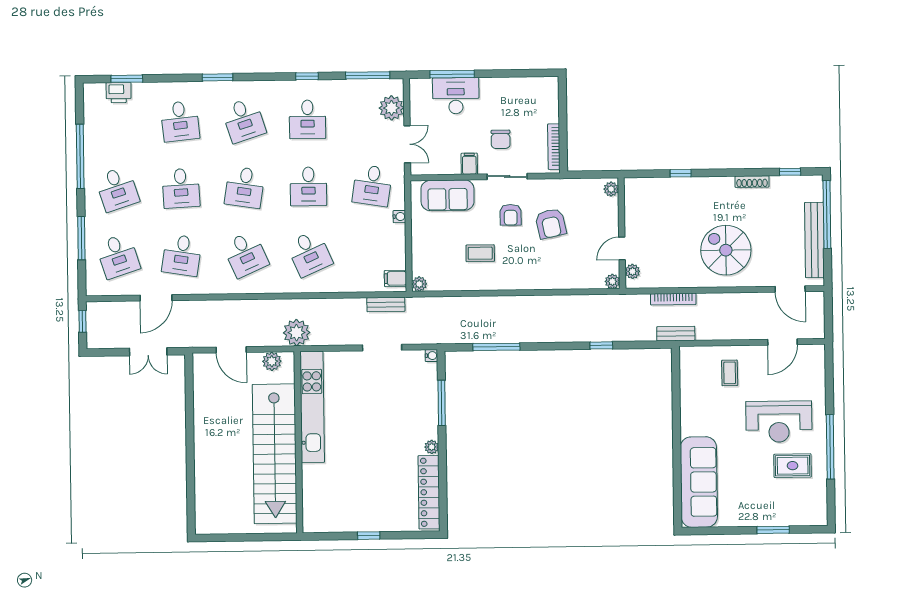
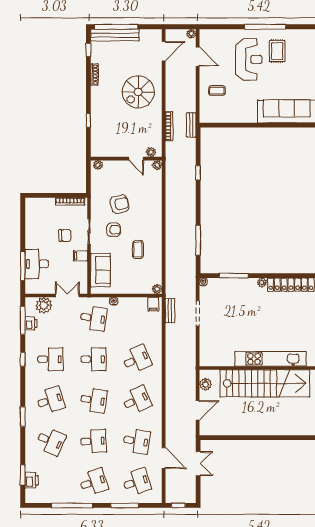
printer: (363, 88) -> (31, 324), added
desk: (180, 121) -> (50, 441), turned 30
bench: (814, 240) -> (115, 35), moved
plant: (297, 333) -> (191, 34), moved, width x0.53, depth x0.53
kitchen unit: (312, 407) -> (270, 359), moved

